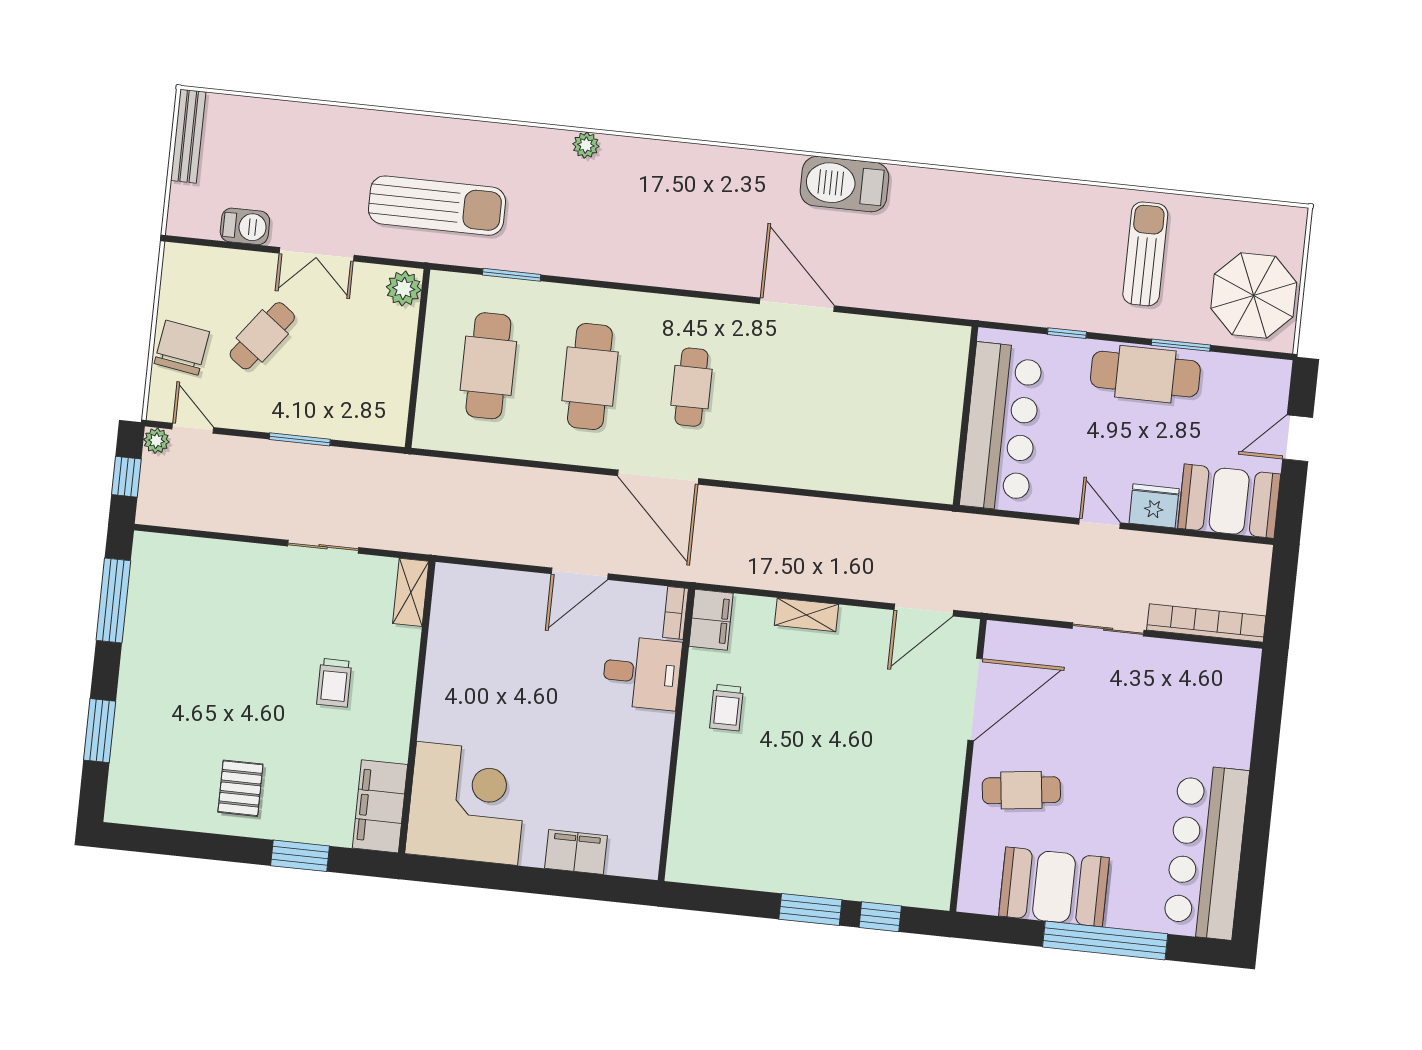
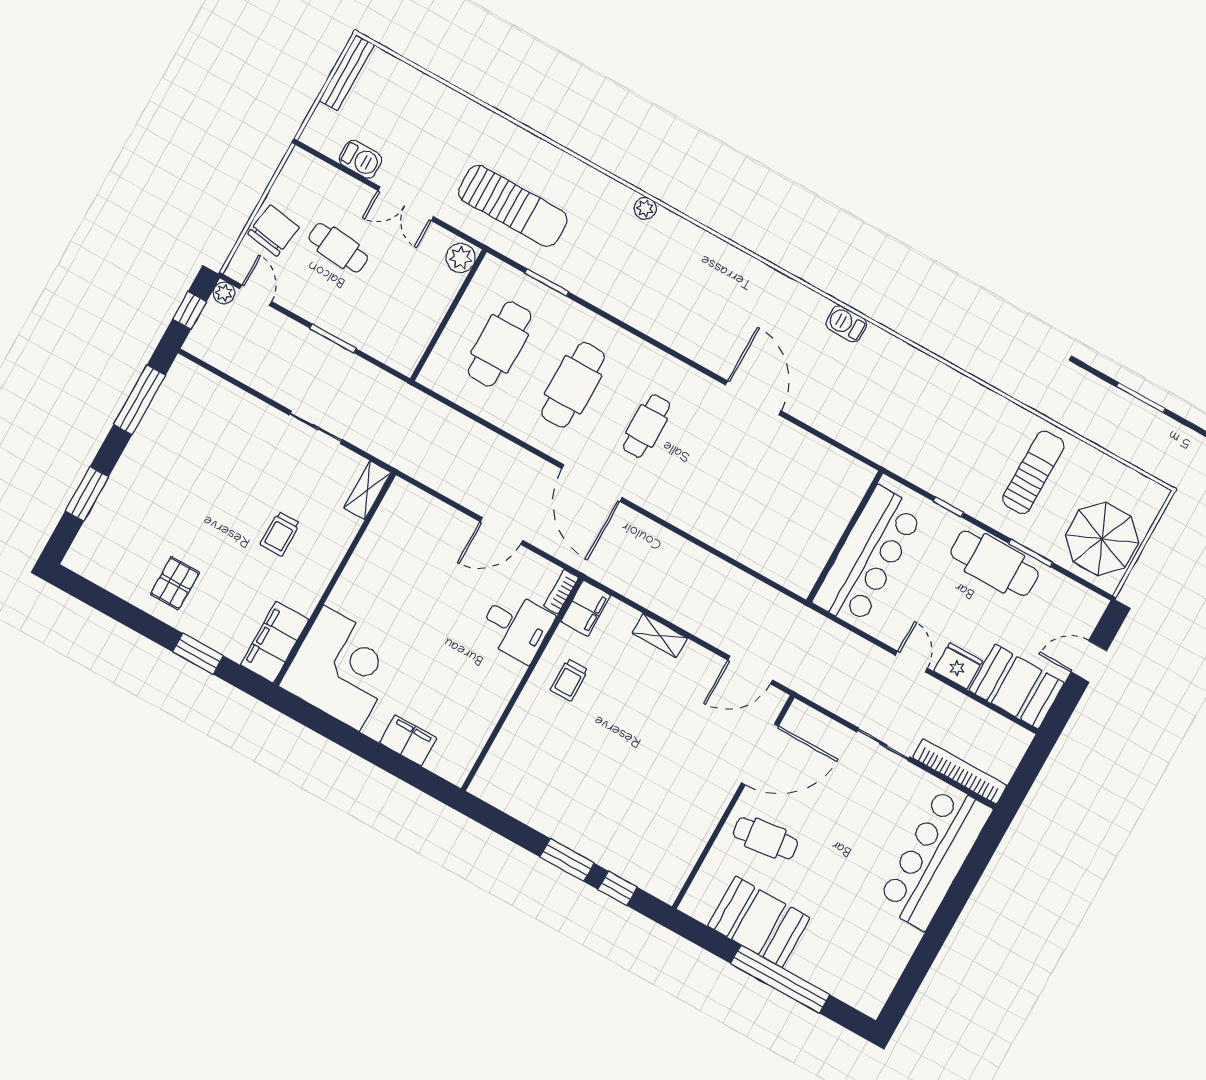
barbecue: (844, 184) -> (846, 324), width x0.53, depth x0.65
cafe table: (262, 336) -> (338, 248), turned 59
bar counter: (1206, 852) -> (934, 857), moved

